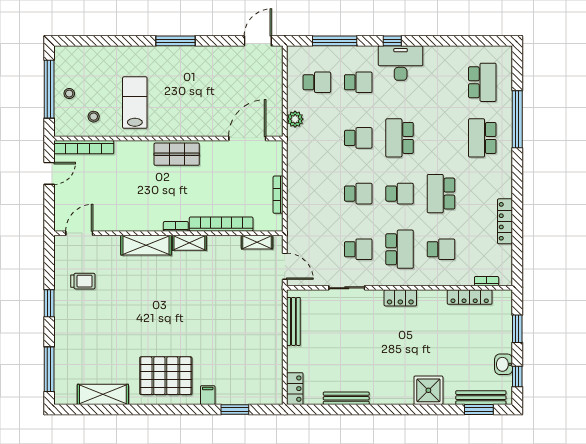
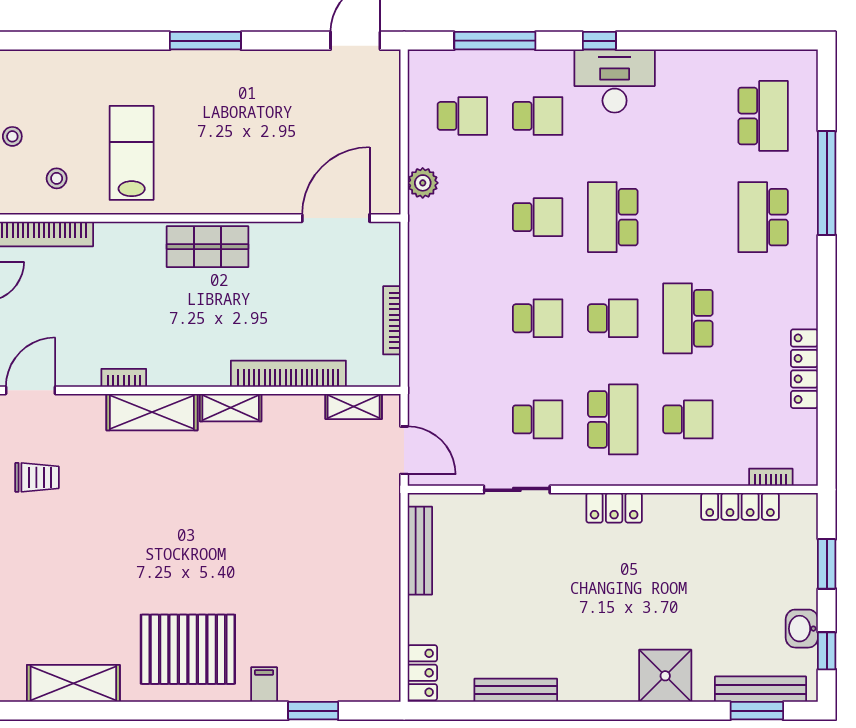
bookcase: (176, 226) -> (124, 378), moved

